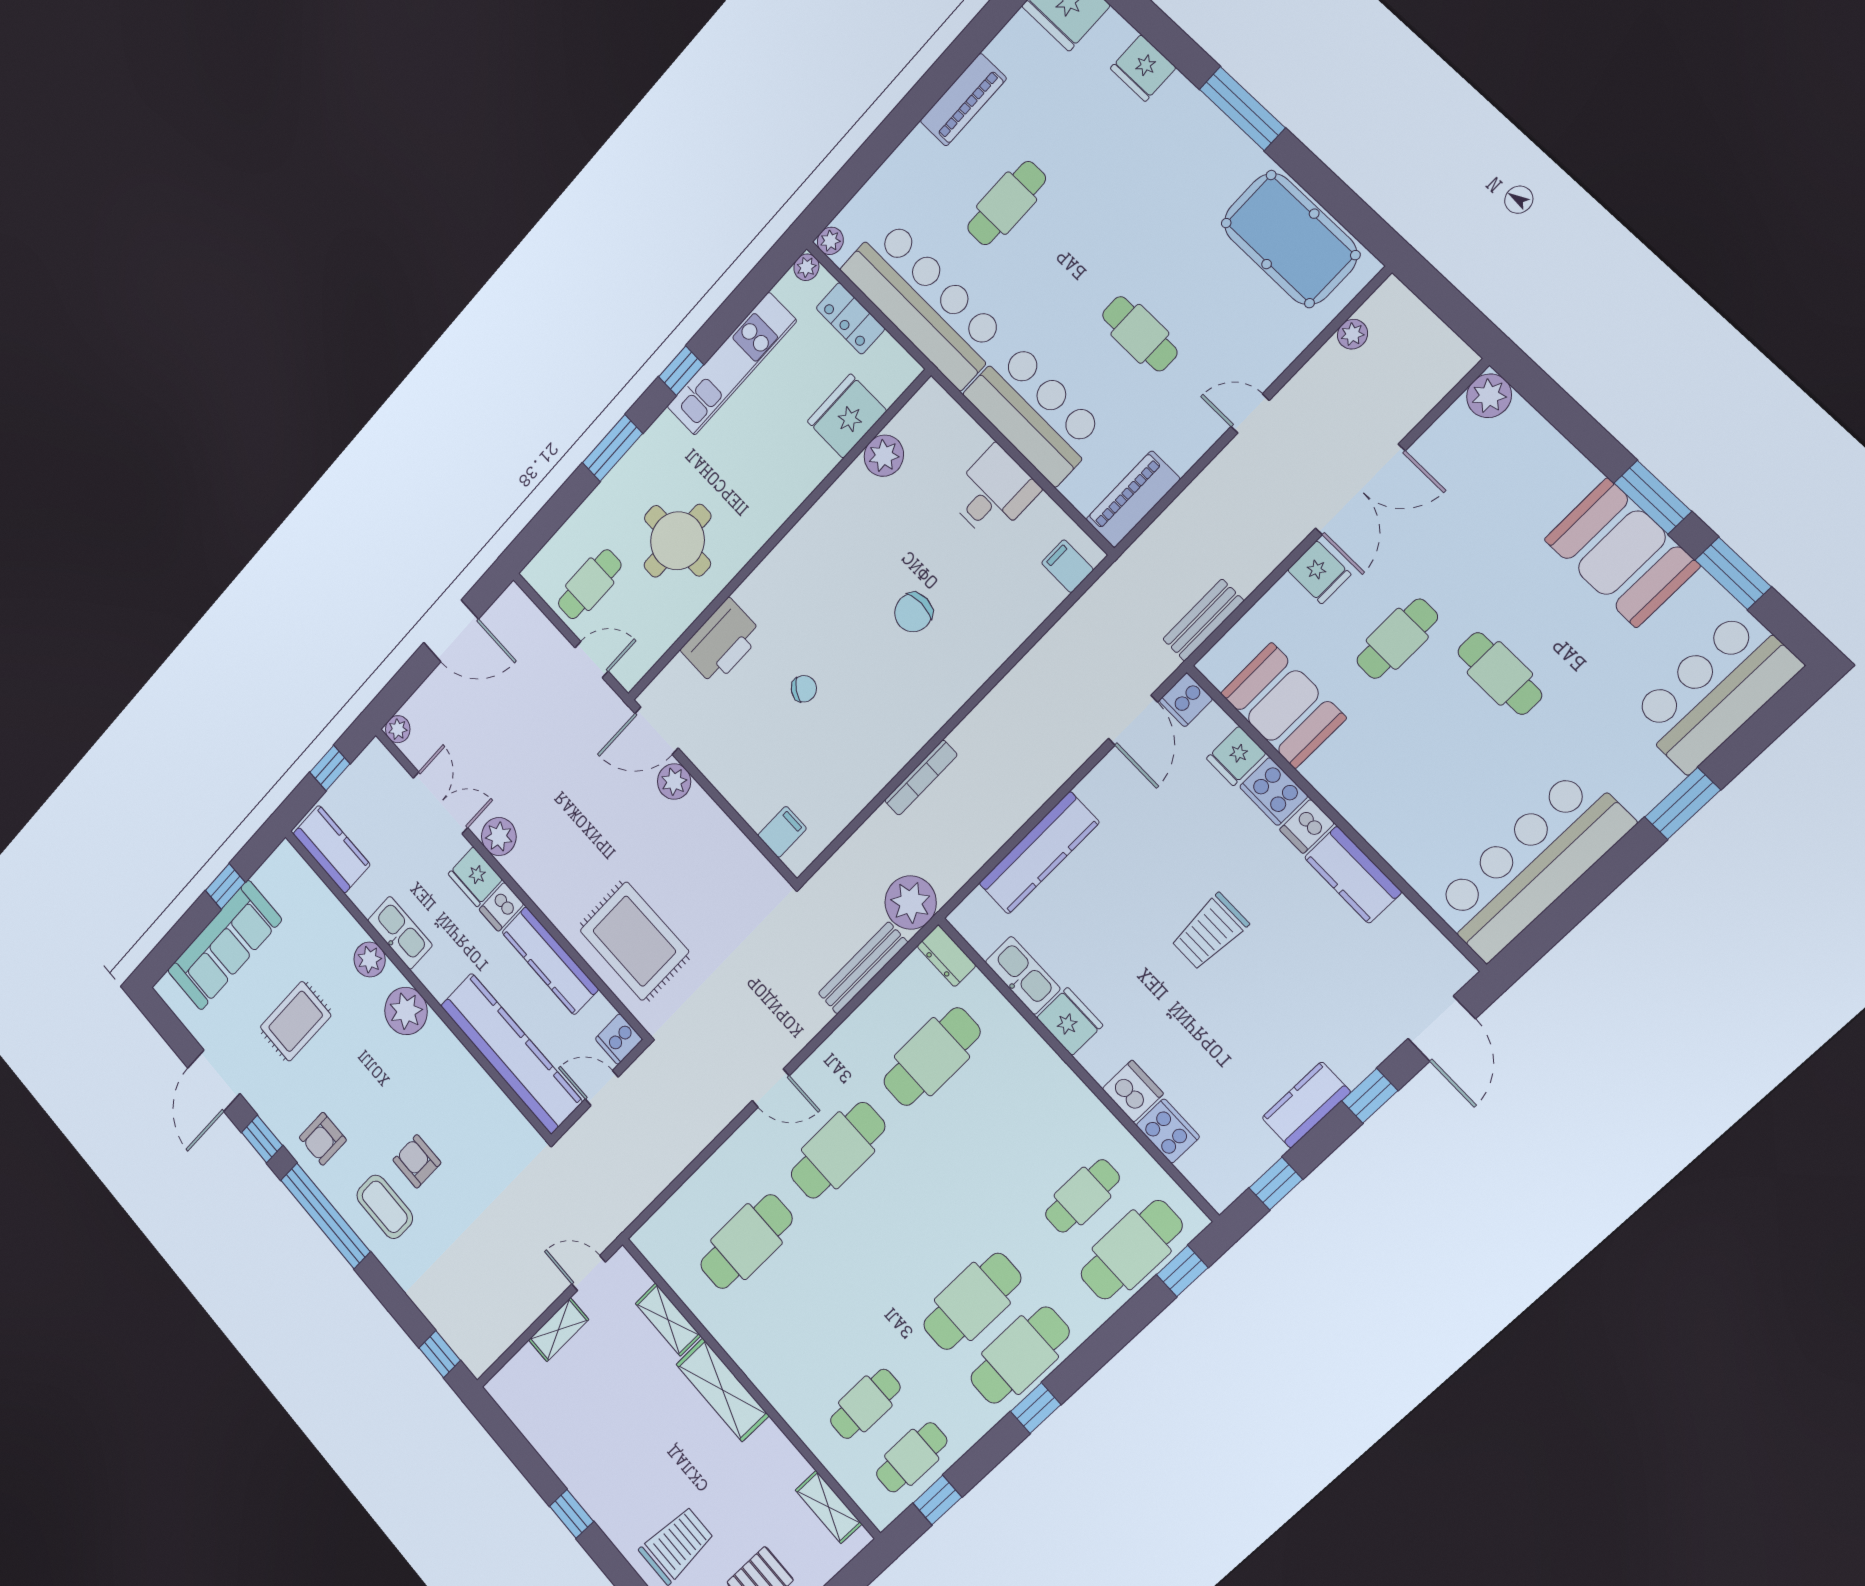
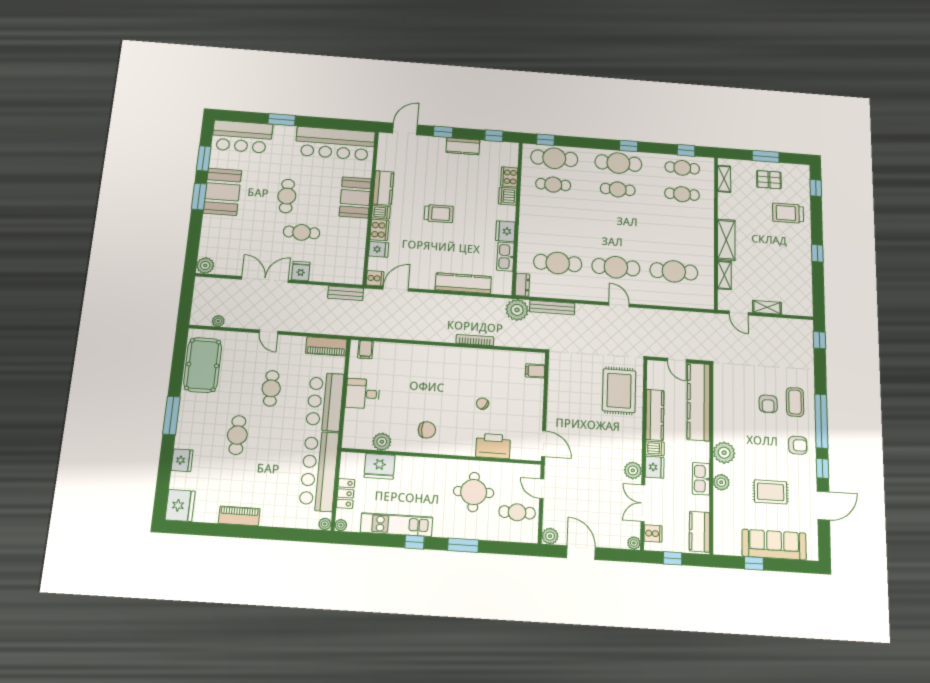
cafe table: (1007, 203) -> (237, 435), moved, turned 90
chair: (913, 612) -> (427, 430), moved
booth: (1283, 705) -> (355, 197), moved
plant: (674, 782) -> (550, 536), moved
cooker: (619, 1039) -> (653, 533), moved
cafe table: (972, 1301) -> (618, 189), width x0.73, depth x0.74

